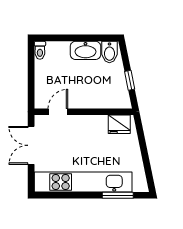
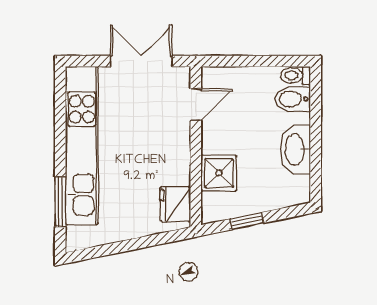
bidet: (109, 52) -> (293, 99), moved
shower: (100, 98) -> (219, 173), added
door: (58, 112) -> (196, 105), hinge flipped

